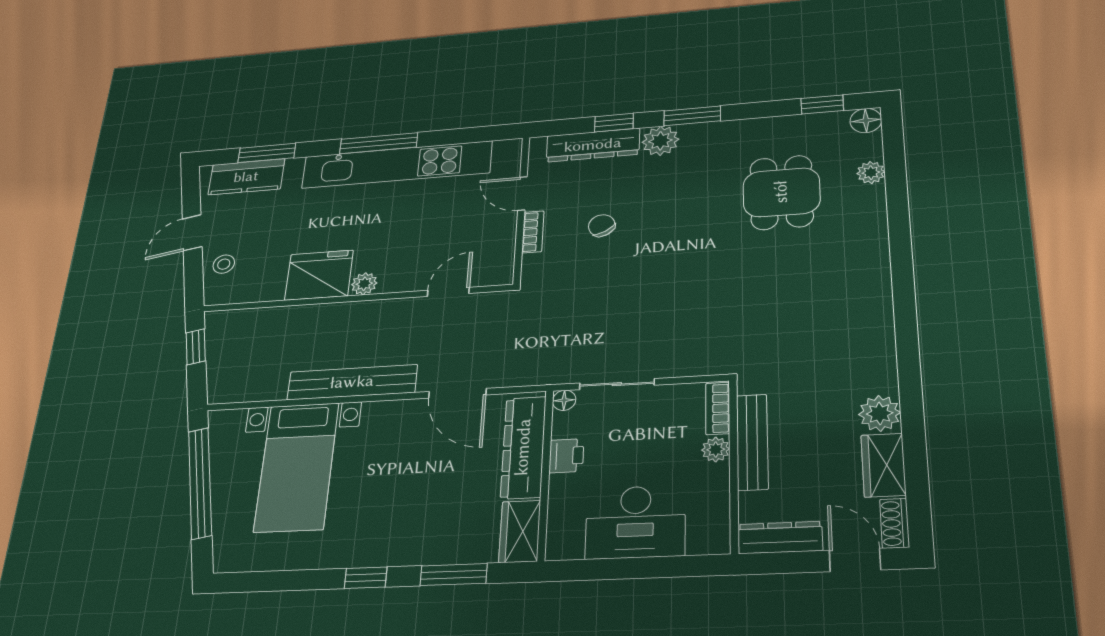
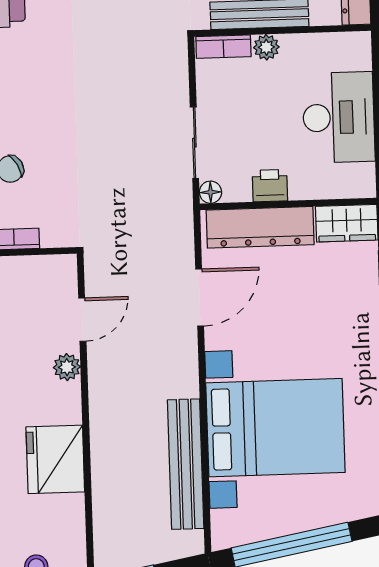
plant: (364, 284) -> (67, 367), moved
door: (448, 292) -> (82, 320), swing flipped
bench: (352, 382) -> (186, 464), moved
bed with nightstands: (297, 467) -> (275, 428), width x1.36

